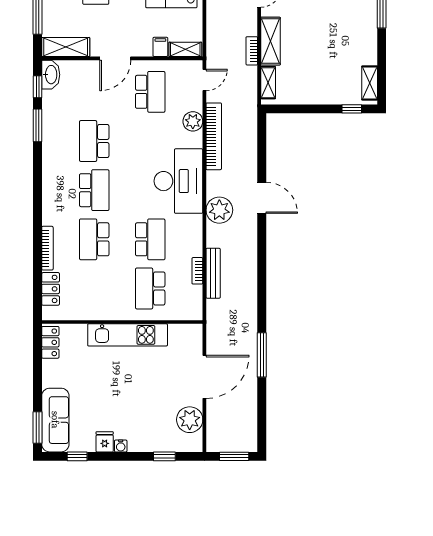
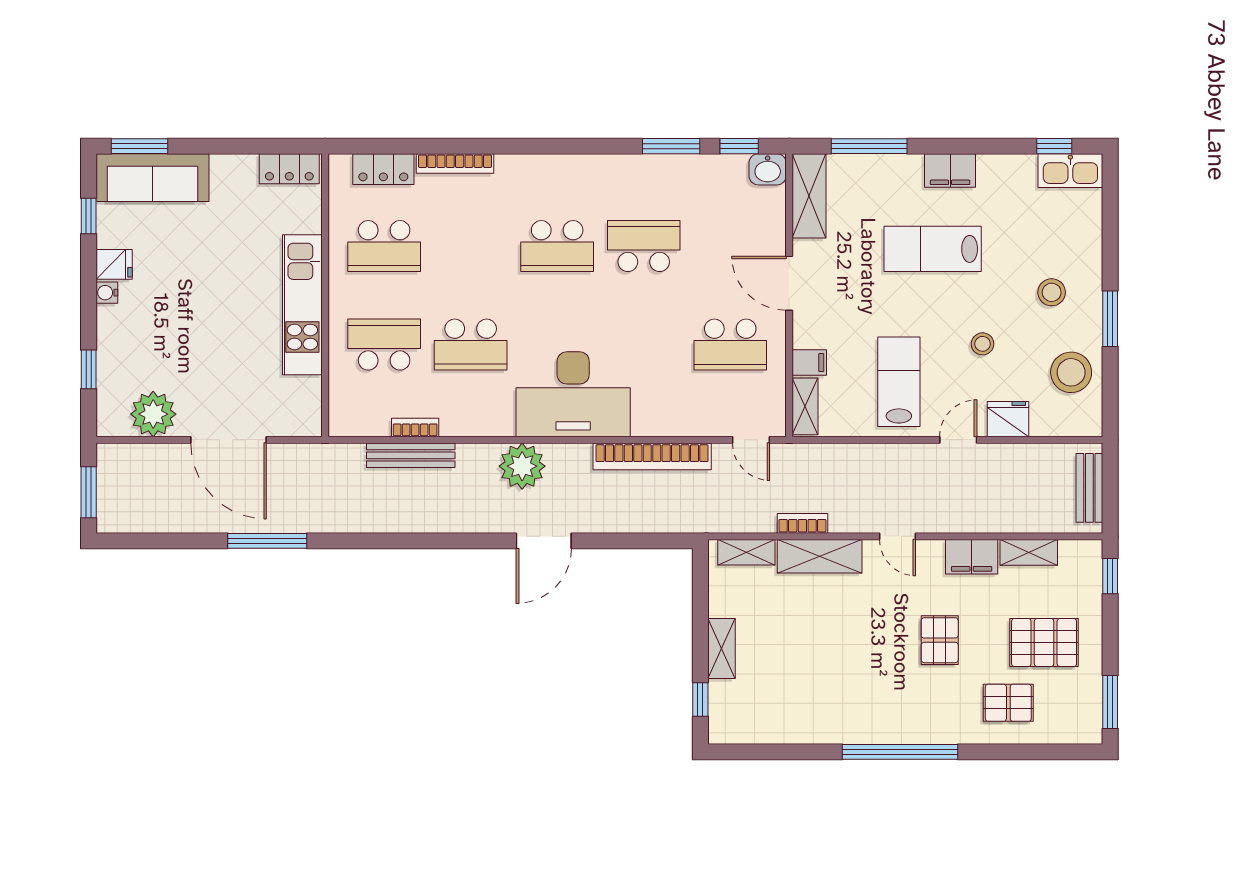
washbasin: (51, 75) -> (768, 169), width x0.72
shelving: (370, 83) -> (721, 648), moved, turned 90
plant: (193, 121) -> (678, 420), removed
school desk: (94, 239) -> (384, 246), moved, turned 180

